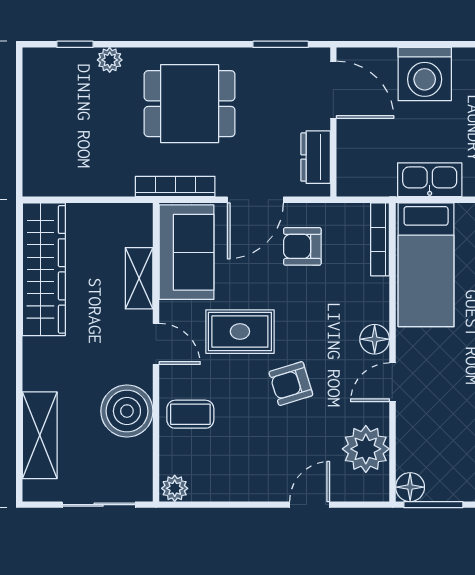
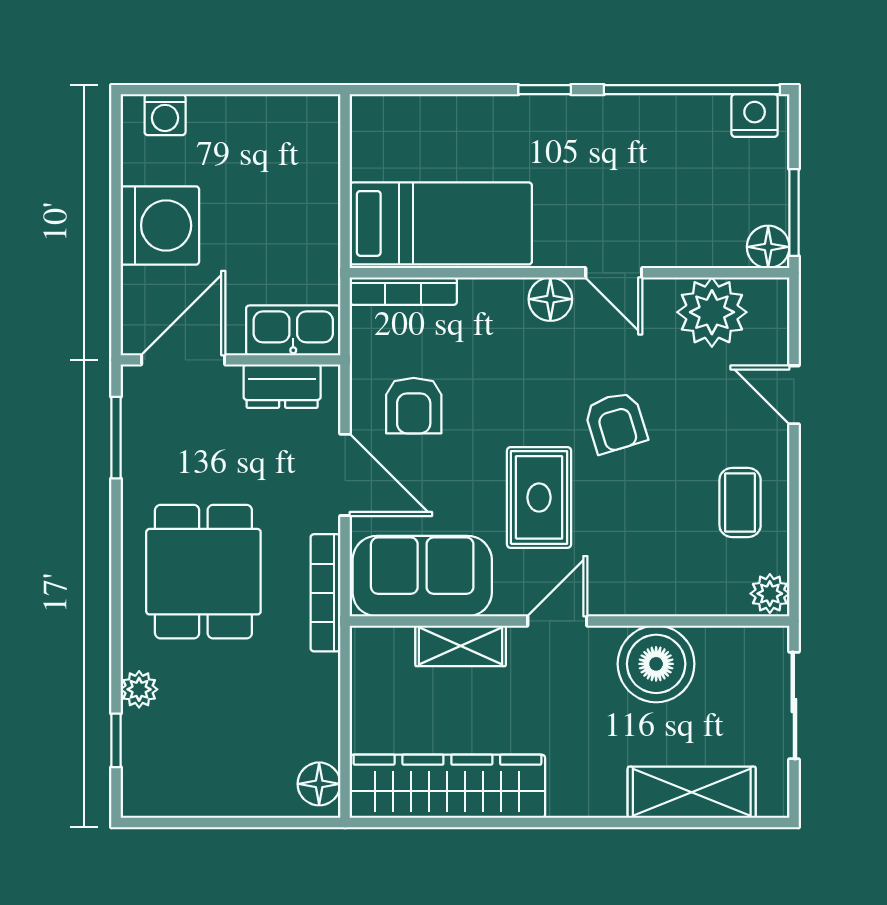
kitchen sink: (430, 180) -> (293, 330), moved, turned 90
floor lamp: (45, 182) -> (319, 784), added
coffee table: (190, 414) -> (740, 503), moved

